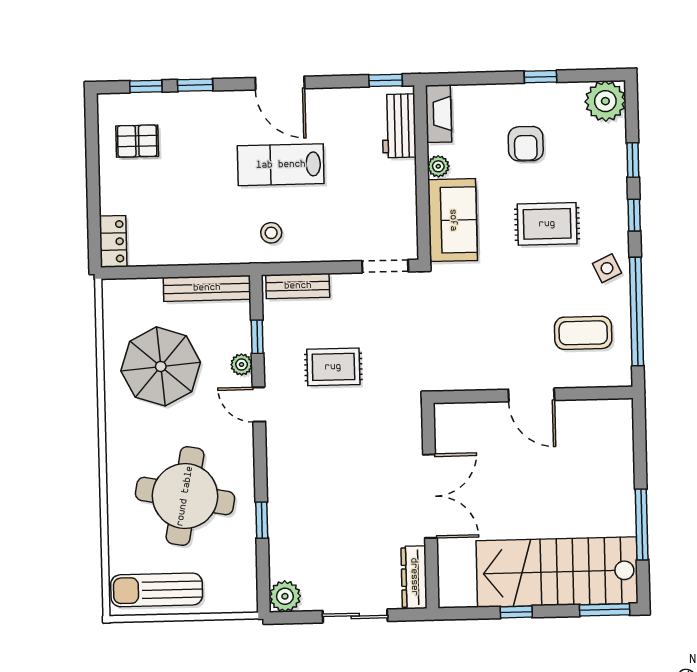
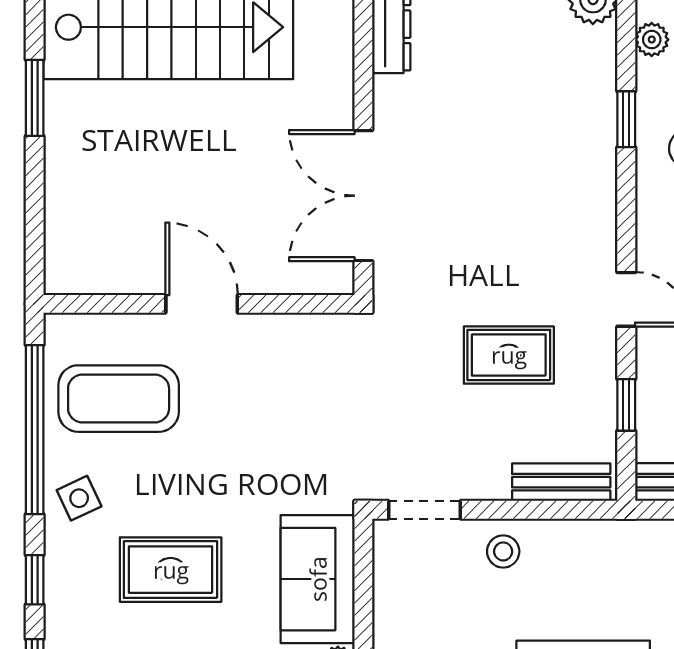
stool: (271, 233) -> (503, 551), moved
coffee table: (583, 333) -> (119, 399), width x1.36, depth x1.32
plant: (242, 364) -> (652, 40), moved
double door: (430, 496) -> (363, 196), moved
window: (642, 524) -> (35, 98), width x0.69

